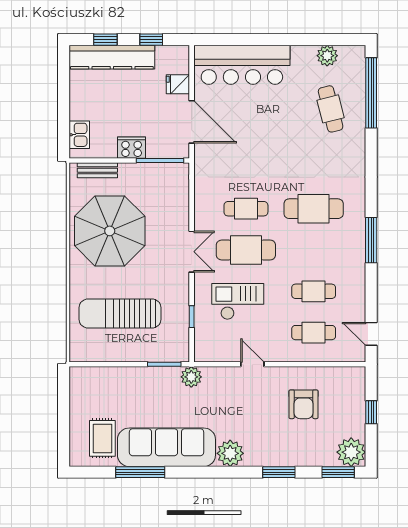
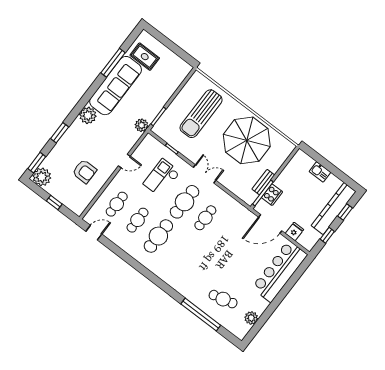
window: (371, 93) -> (201, 315), moved
kitchen sink: (79, 135) -> (320, 172), moved
cooker: (132, 148) -> (272, 195), moved
bench: (97, 170) -> (263, 182), moved
cafe table: (314, 209) -> (158, 236), moved
window: (371, 240) -> (141, 269), removed
double door: (192, 252) -> (205, 174), swing flipped
checkout: (238, 301) -> (162, 178), turned 180
sun lounger: (120, 314) -> (201, 114), turned 180
armchair: (304, 404) -> (84, 171), turned 180

